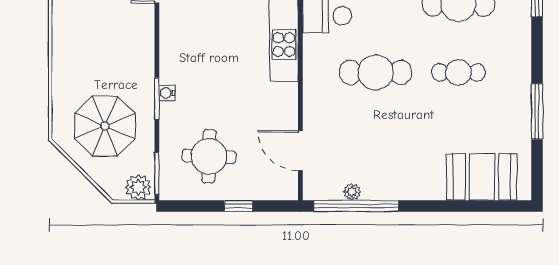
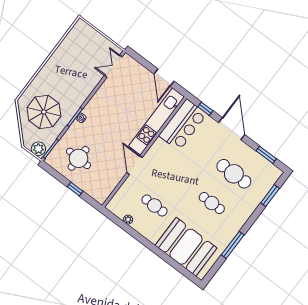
cafe table: (376, 72) -> (154, 206), moved, width x0.73, depth x0.74
door: (300, 151) -> (135, 165), moved
booth: (482, 177) -> (186, 247), width x1.36, depth x1.42
window: (356, 206) -> (125, 227), removed

